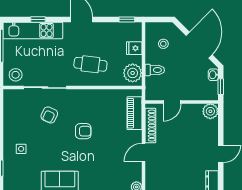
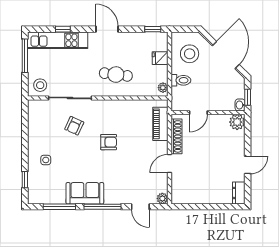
stool: (163, 44) -> (190, 54), width x1.89, depth x1.89
plant: (133, 73) -> (163, 88), width x0.53, depth x0.53
washbasin: (213, 75) -> (240, 105), moved

